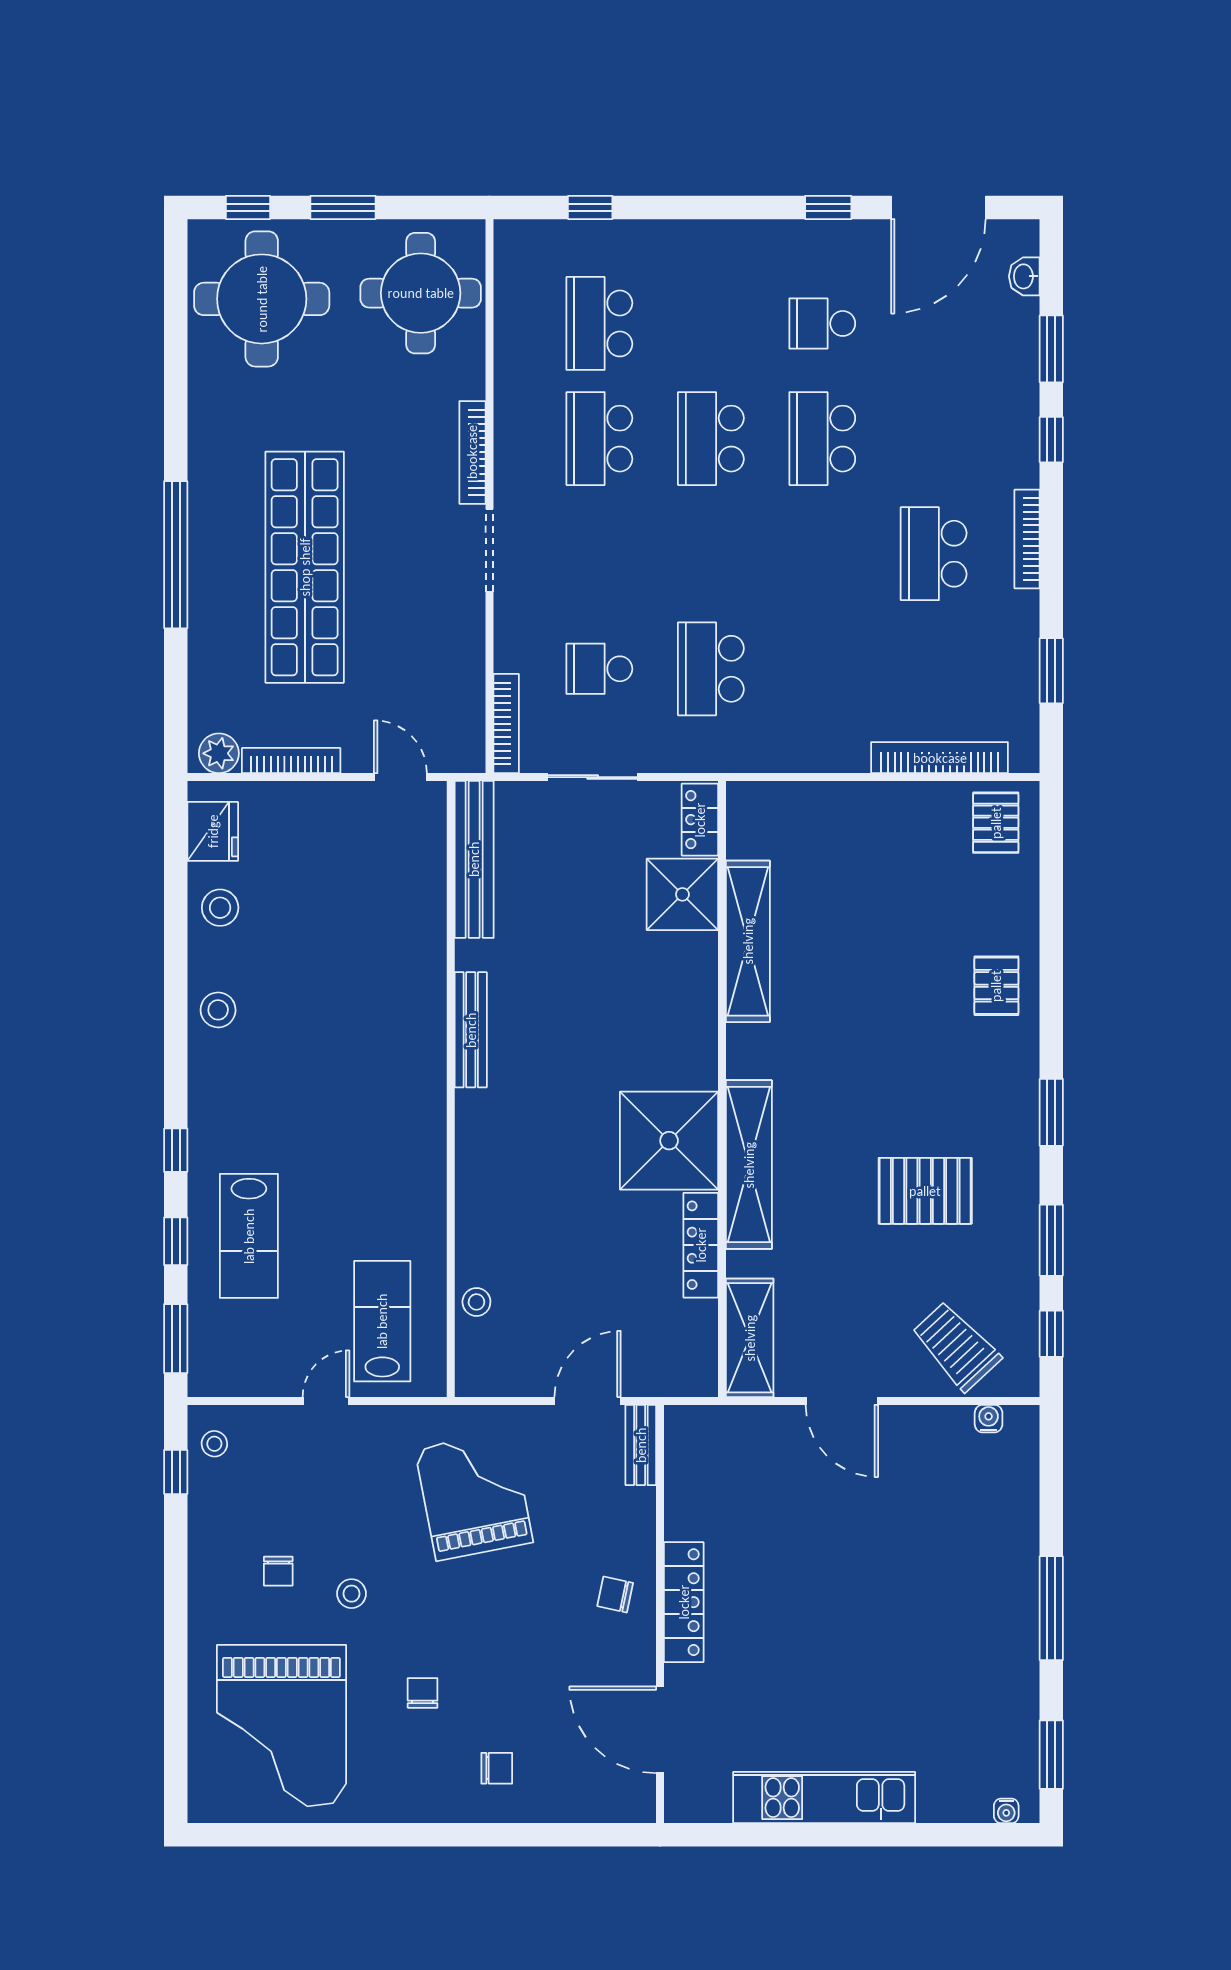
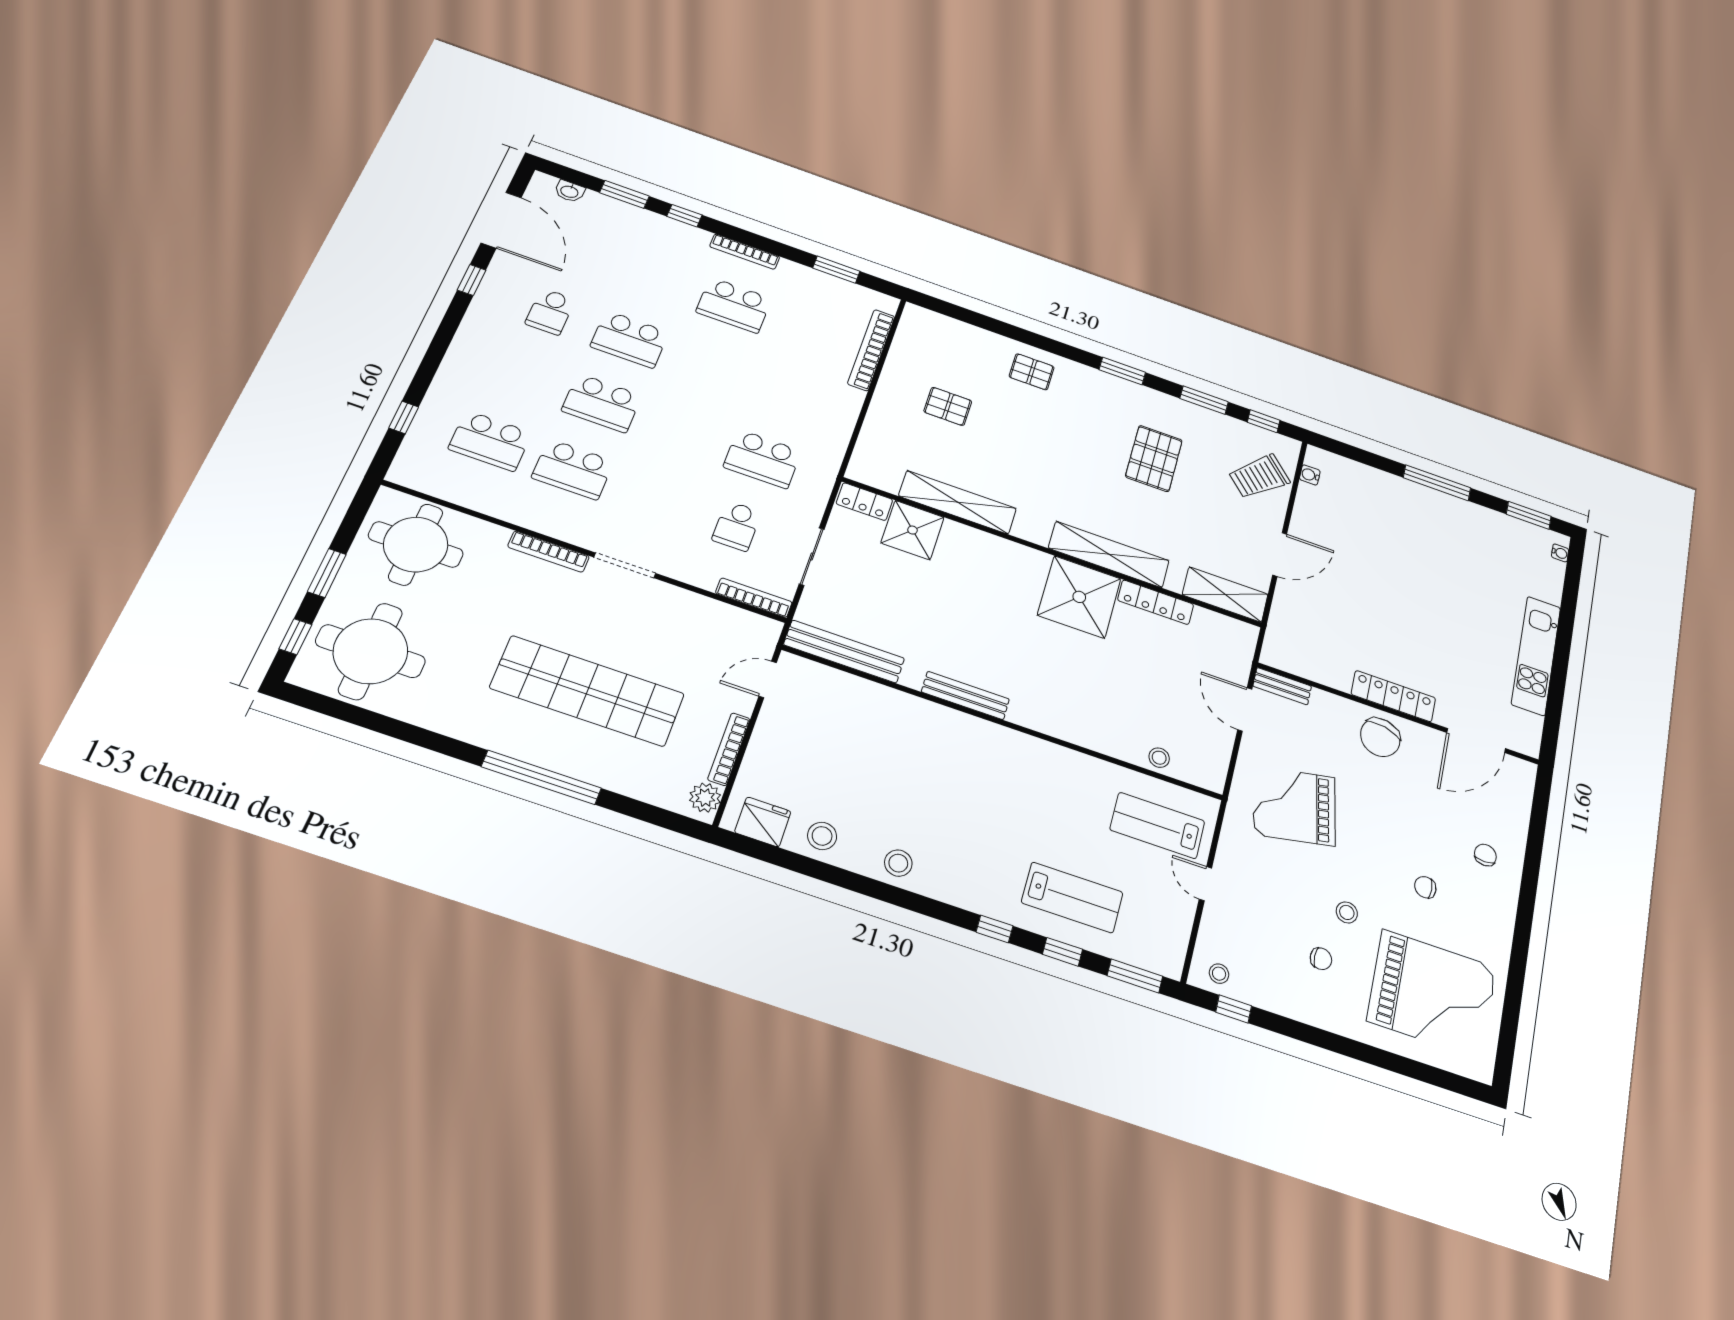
pallet: (996, 823) -> (948, 406), moved
chair: (615, 1595) -> (1380, 737), width x1.87, depth x1.87

